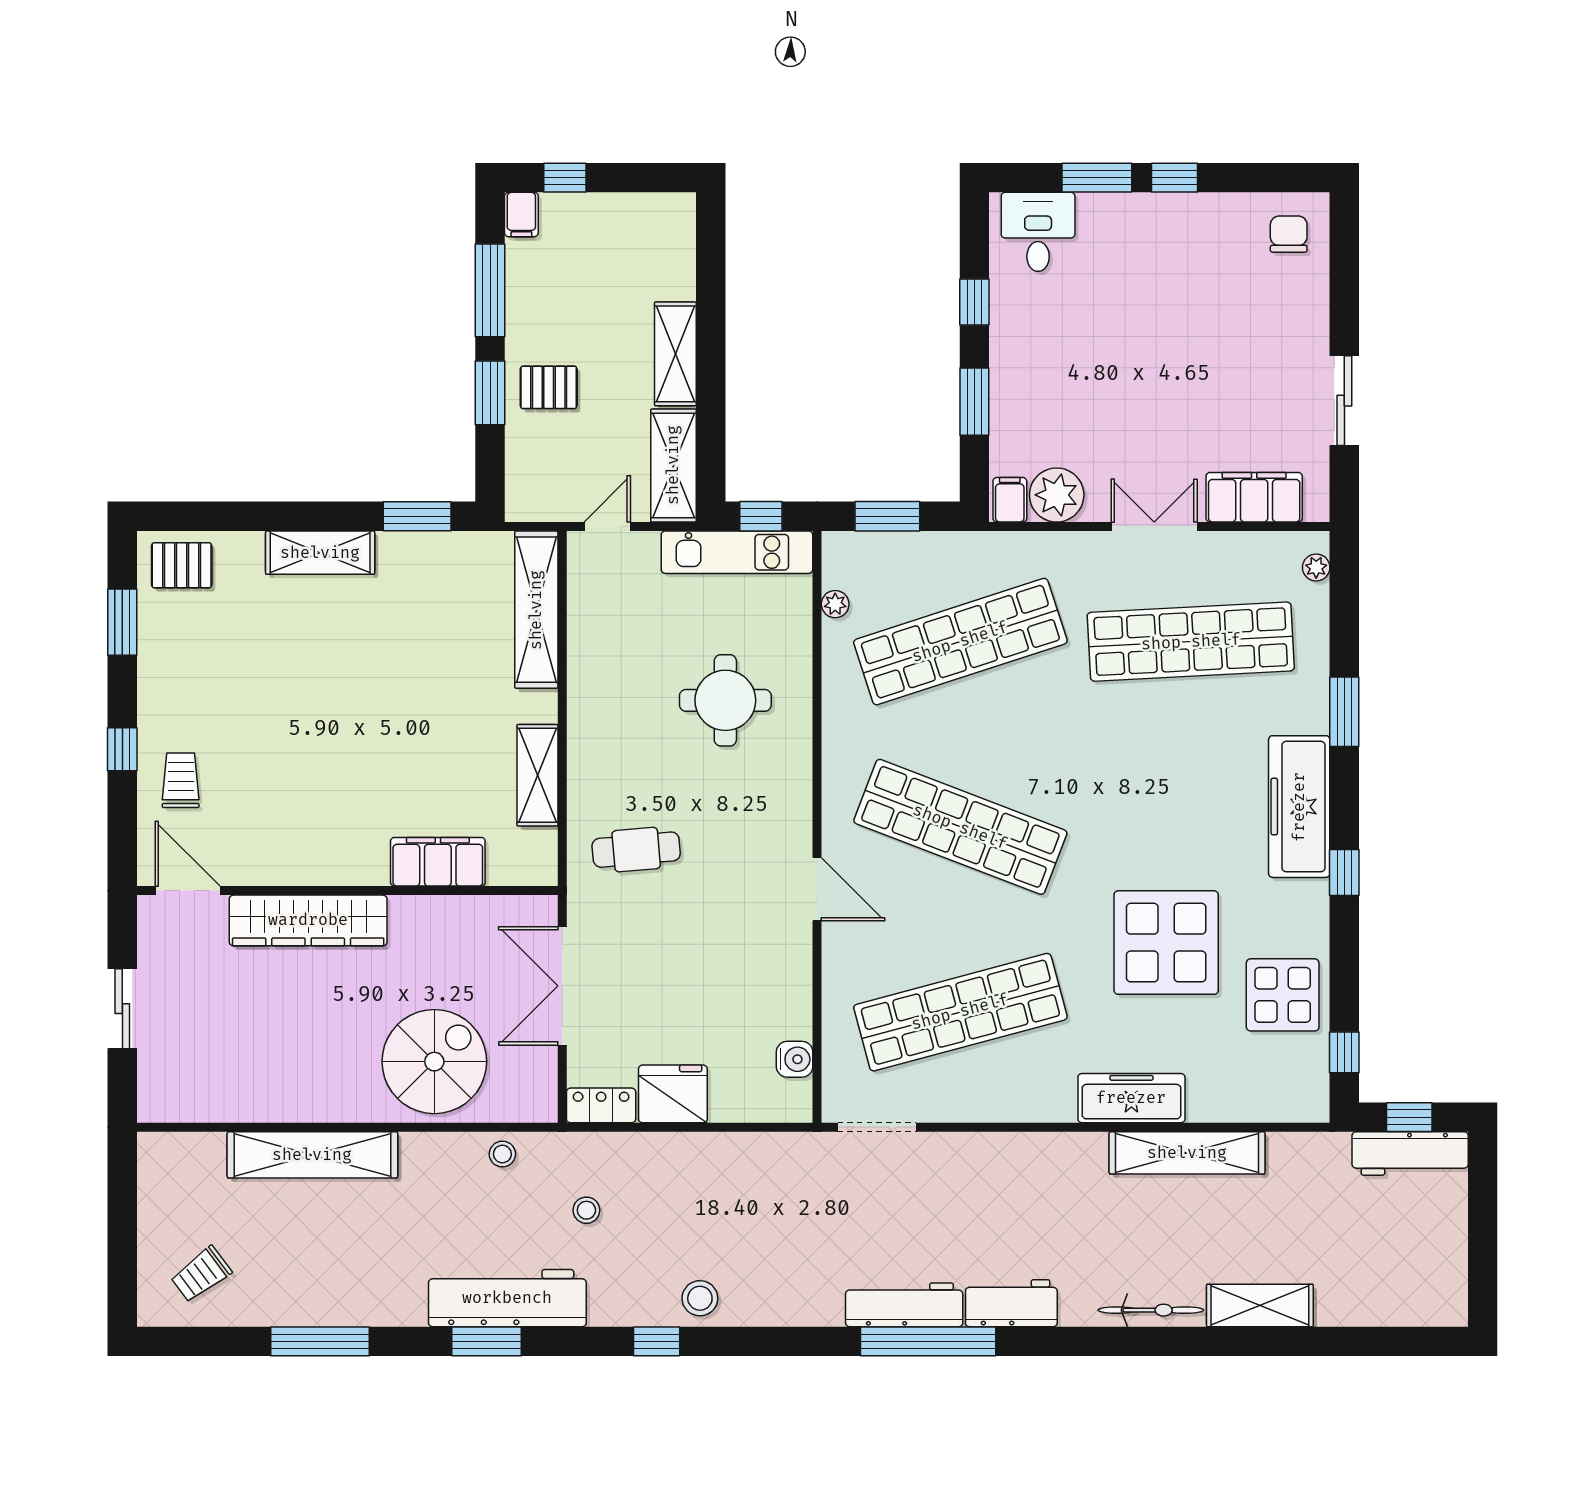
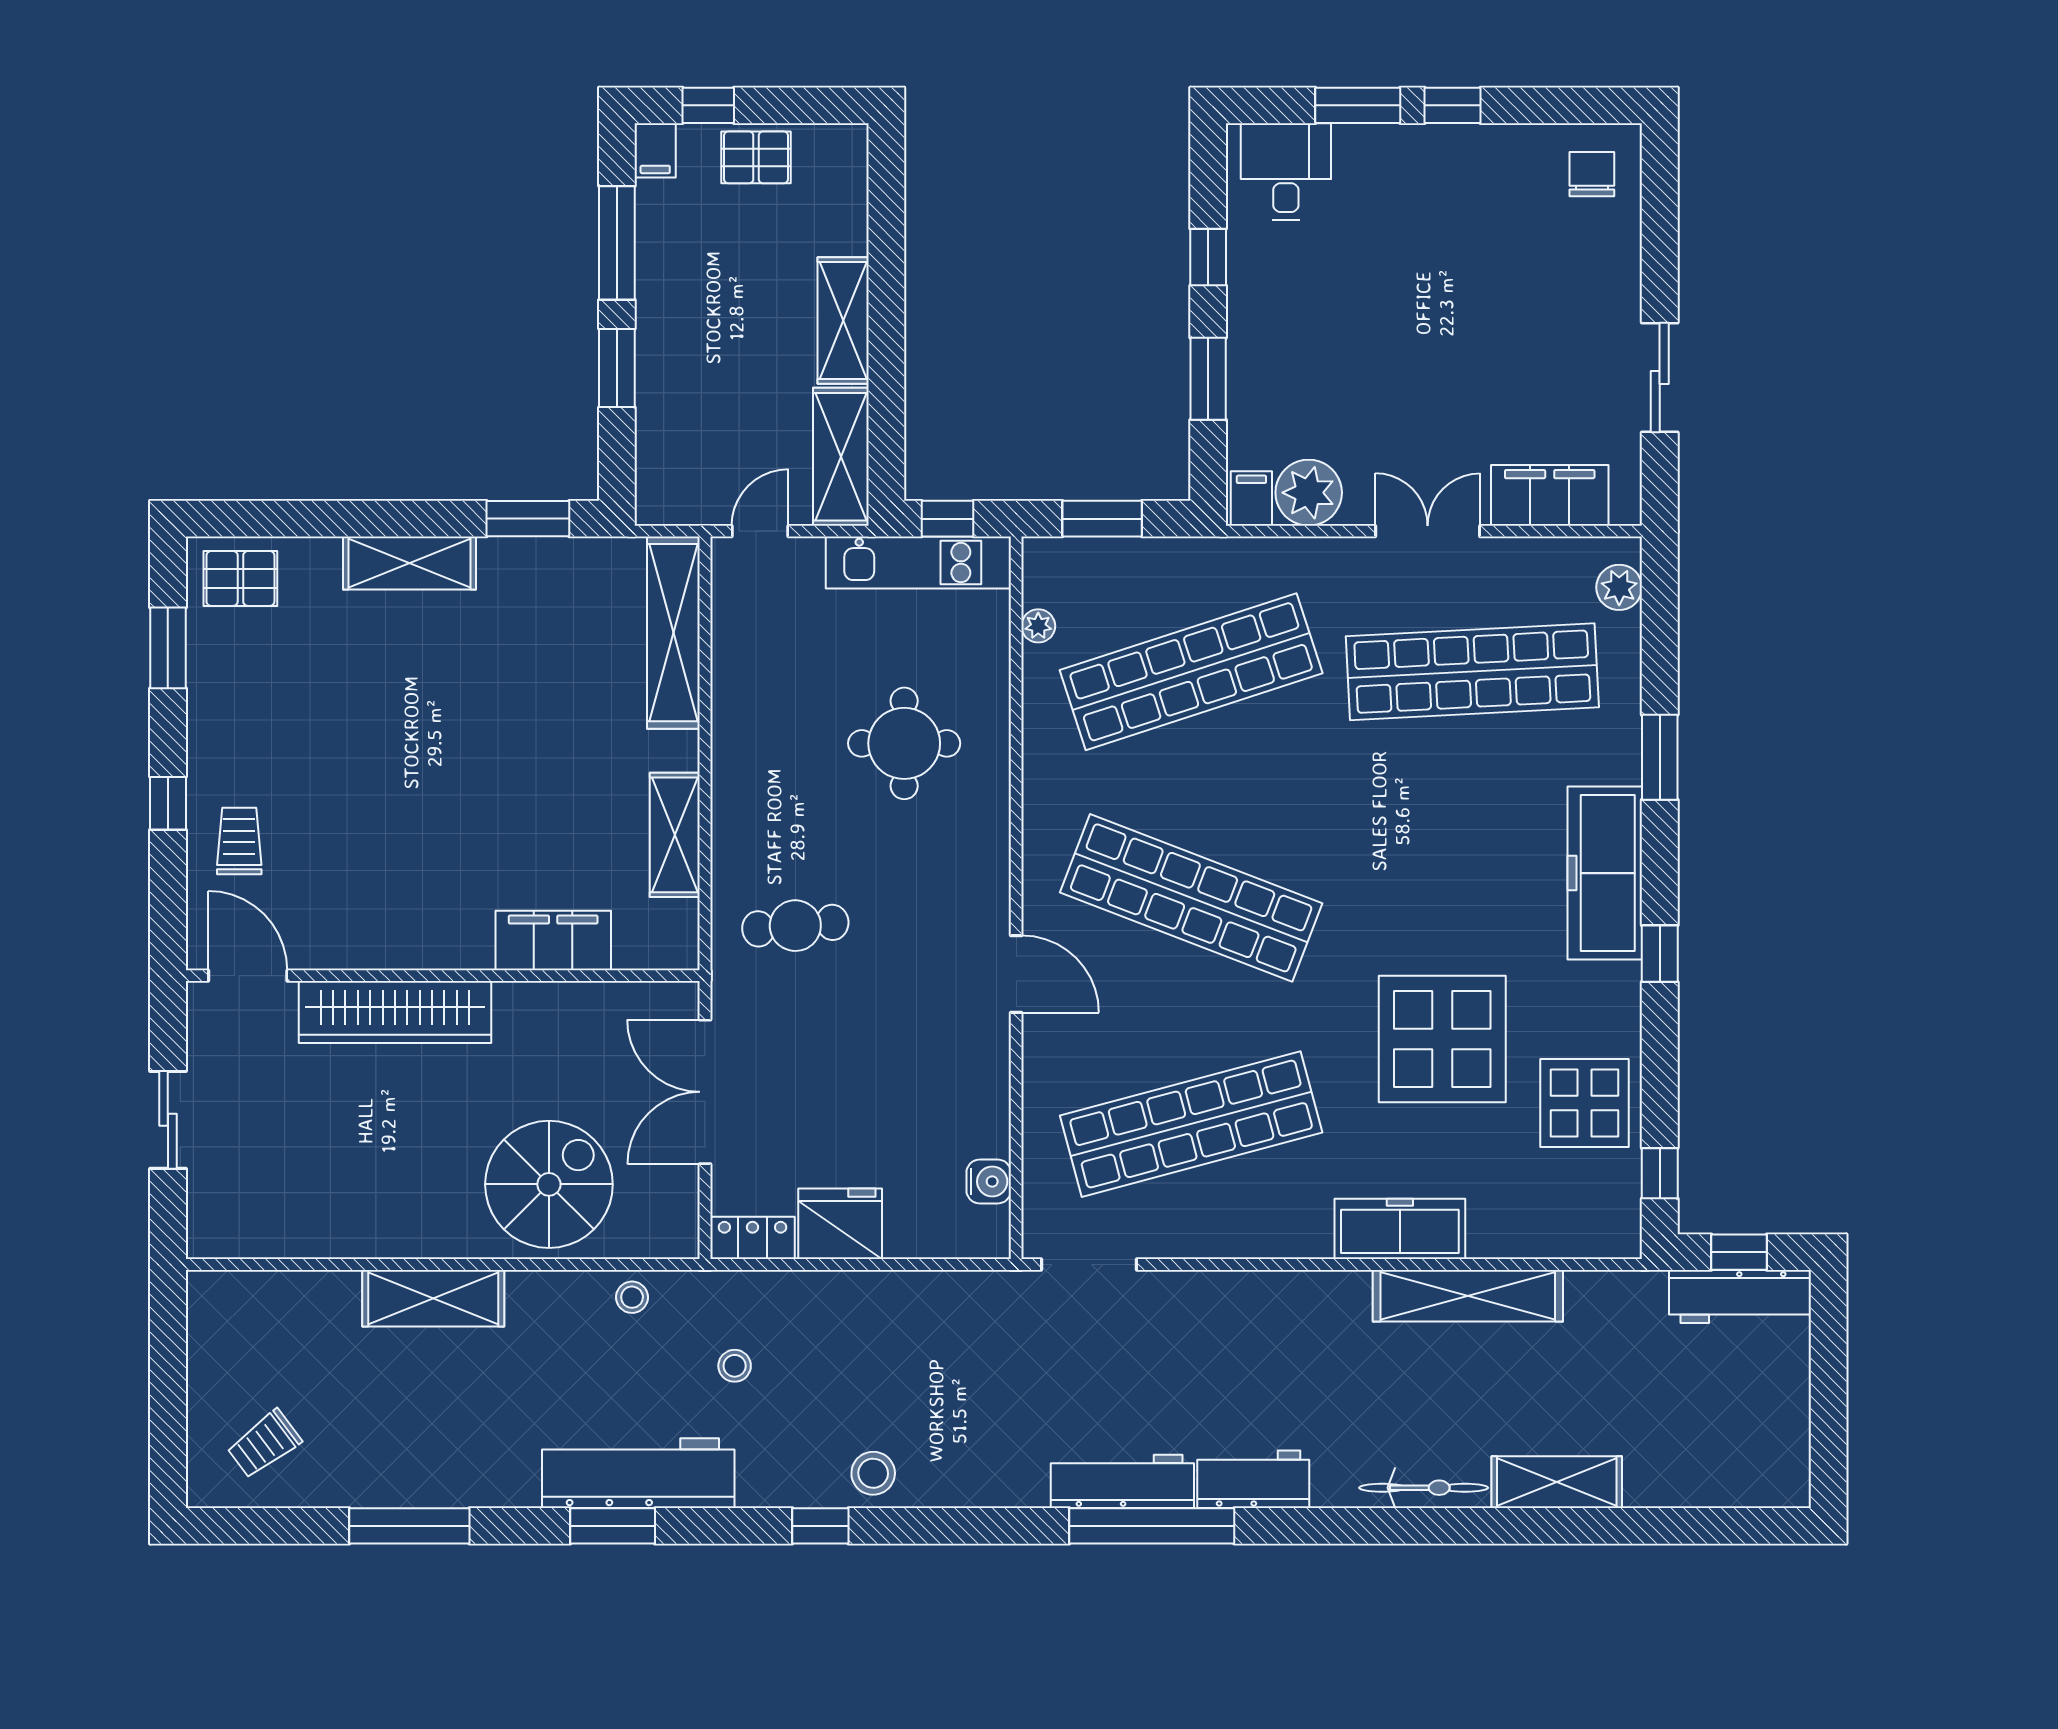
pallet: (549, 387) -> (756, 157), moved
plant: (1316, 567) -> (1619, 587), width x1.38, depth x1.38
shelving: (312, 1155) -> (433, 1298), width x0.68

